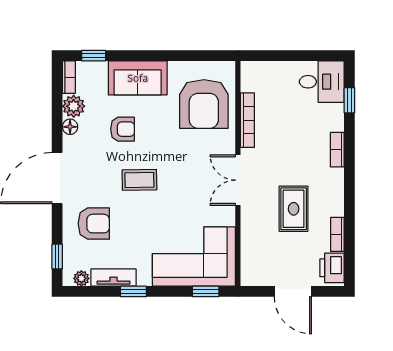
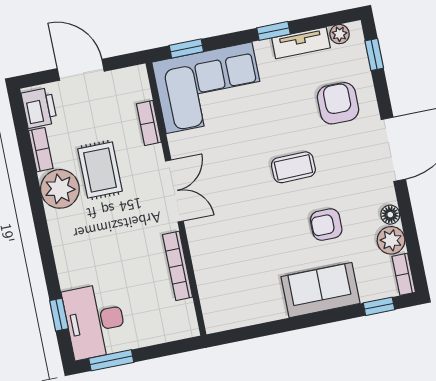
window: (315, 56) -> (111, 360), added
desk: (322, 82) -> (95, 321), width x1.37
armchair: (204, 104) -> (234, 275), removed
bookcase: (337, 150) -> (149, 123), moved, turned 180
plant: (329, 200) -> (60, 189), added
armchair: (94, 224) -> (338, 103), turned 90

